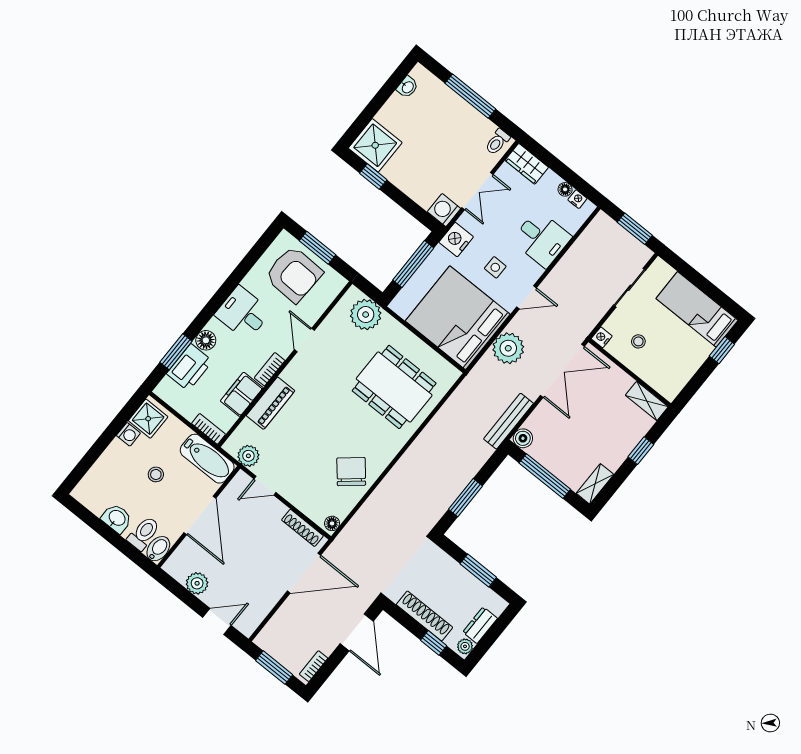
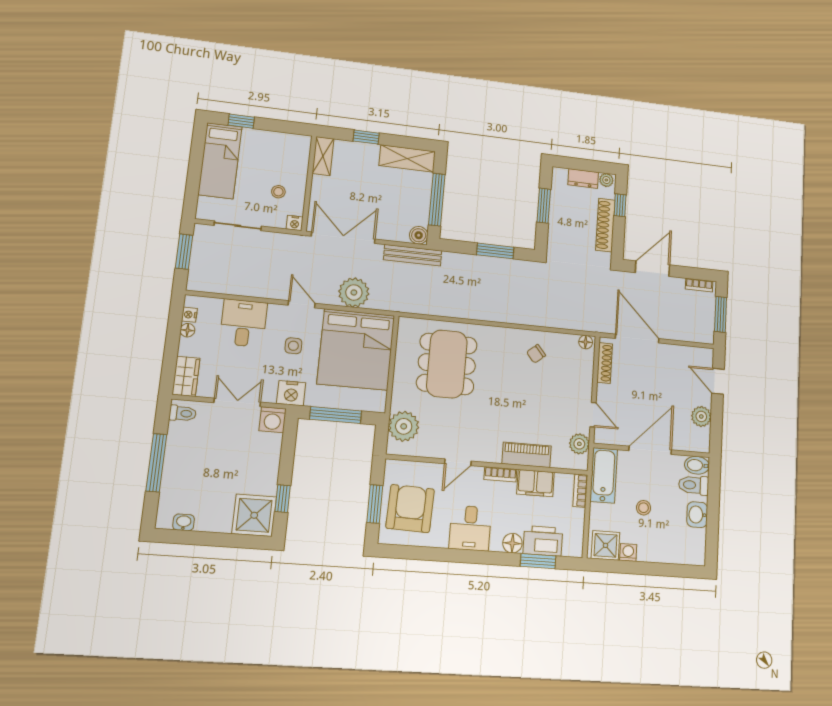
chair: (351, 472) -> (536, 354), width x0.54, depth x0.54
shelving: (595, 484) -> (407, 158), width x1.50, depth x1.33

